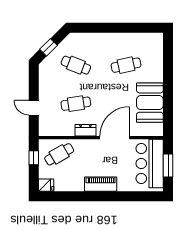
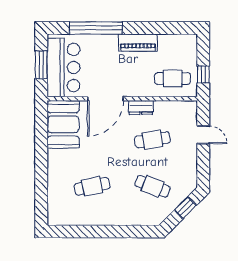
booth: (150, 103) -> (63, 124), moved
cafe table: (59, 154) -> (173, 79), turned 30
piano: (101, 184) -> (138, 43), moved
fridge: (46, 185) -> (188, 41), removed
window: (123, 196) -> (96, 28), added

